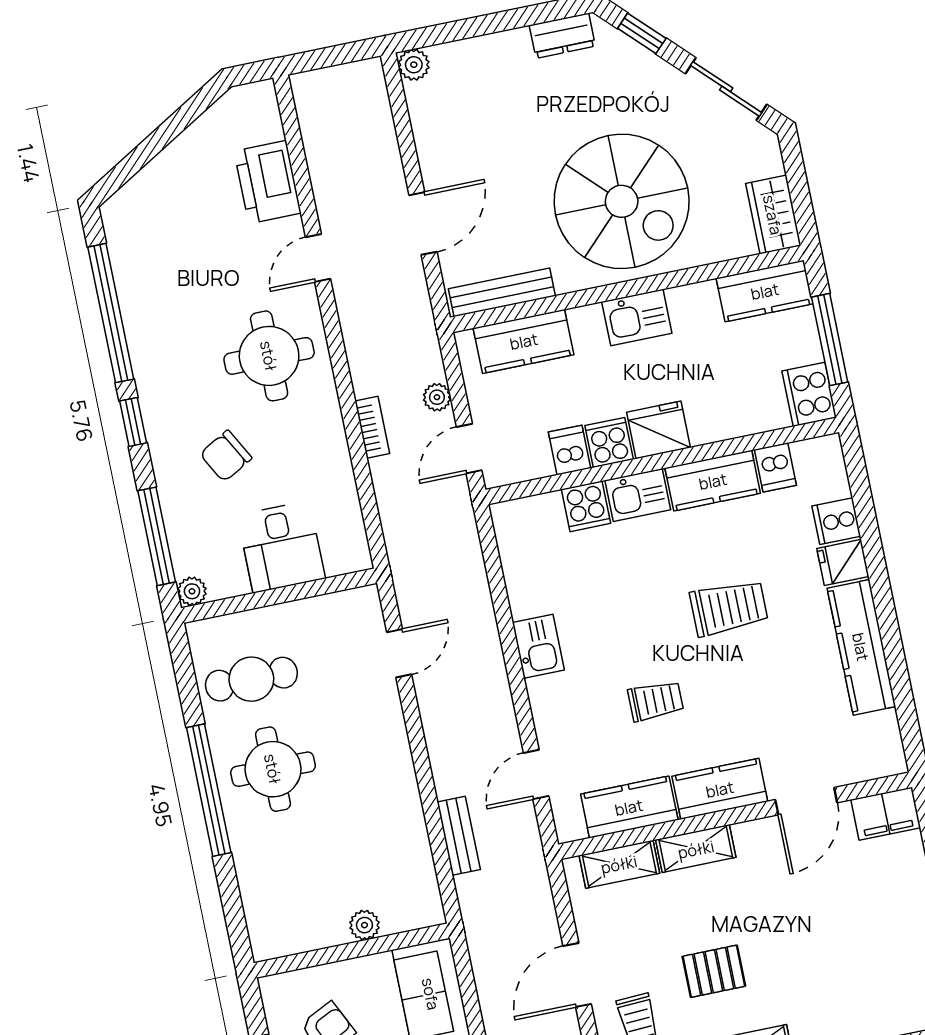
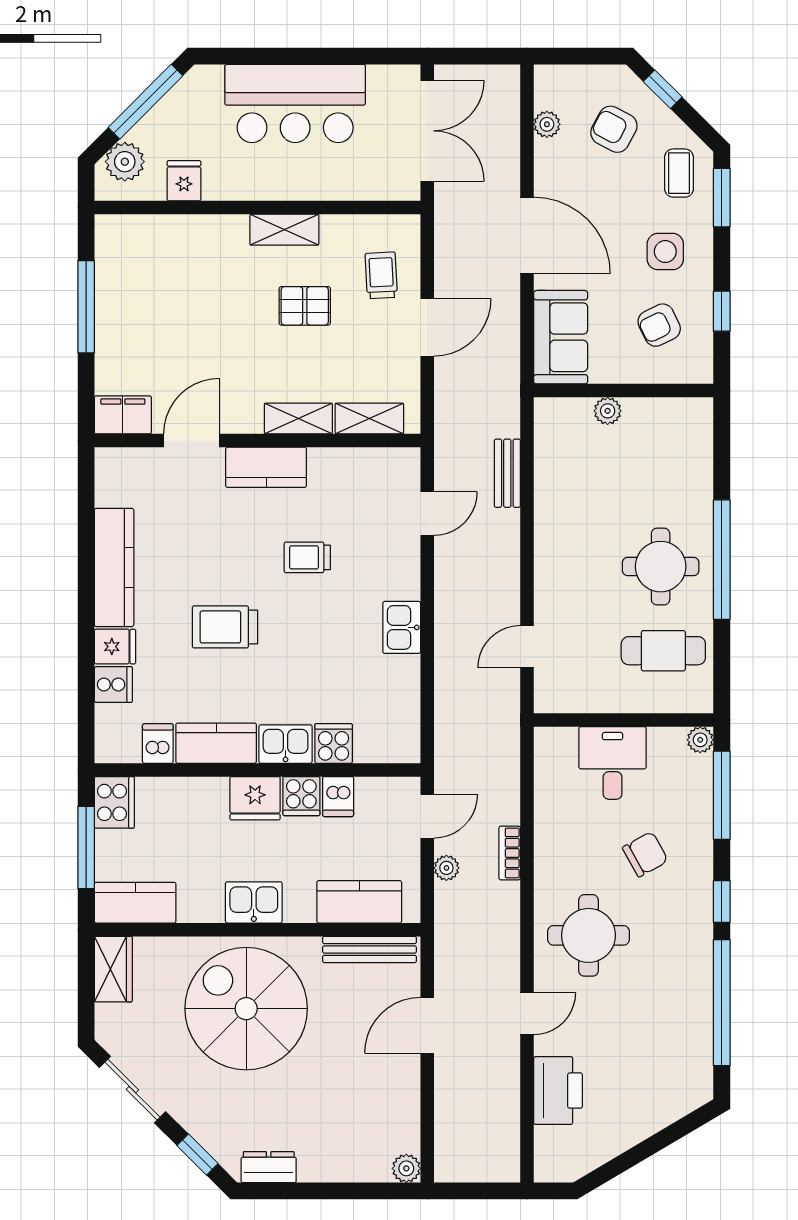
kitchen counter: (629, 807) -> (350, 468), removed

